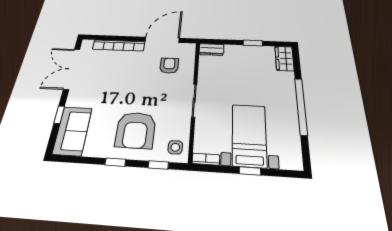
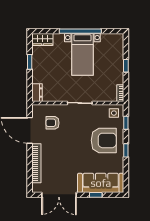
sofa: (72, 131) -> (101, 183), width x1.36
bed with nightstands: (249, 135) -> (82, 54), moved, turned -90

